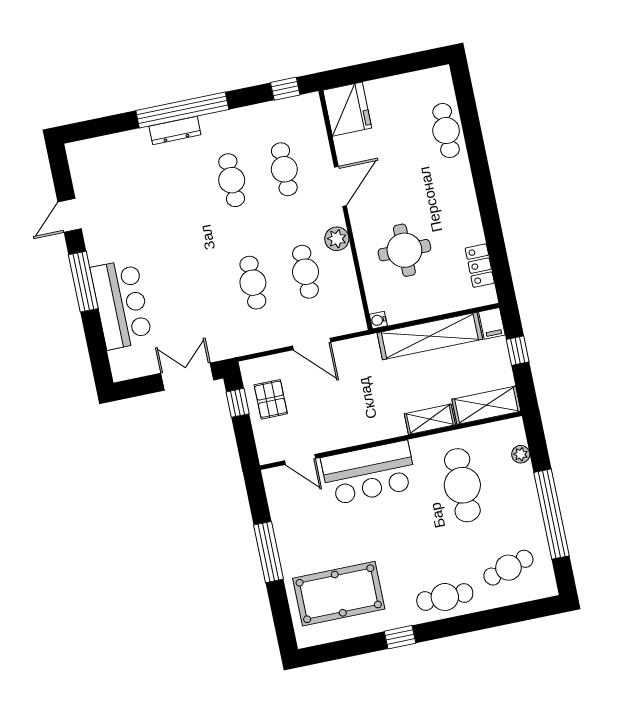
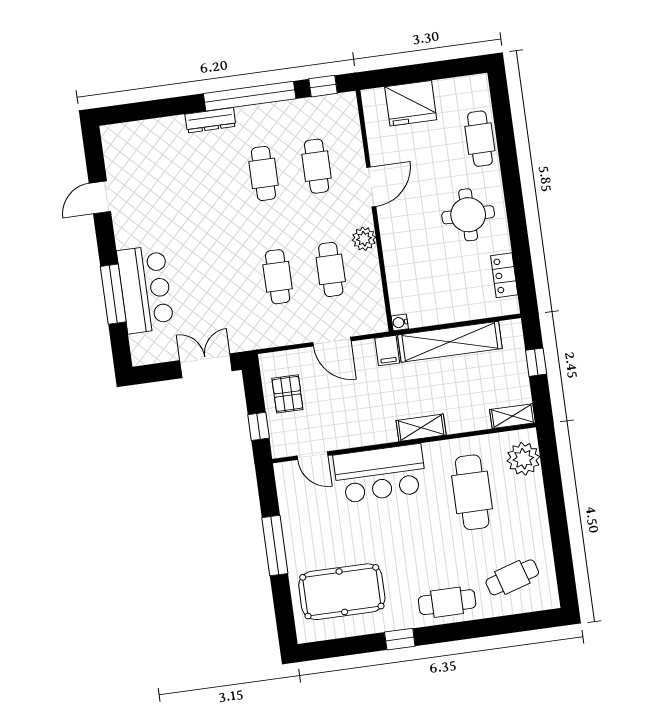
fridge: (347, 109) -> (411, 103), moved, turned 90
window: (182, 110) -> (250, 96), moved
round table: (404, 250) -> (468, 215), moved
window: (83, 282) -> (113, 294), moved
filing cabinet: (492, 323) -> (387, 351), moved
window: (238, 403) -> (259, 426), moved
shelving: (486, 405) -> (513, 416), width x0.67, depth x0.75
shelving: (430, 419) -> (421, 428), moved
plant: (521, 454) -> (523, 459), width x1.87, depth x1.87
window: (551, 514) -> (559, 527), removed

